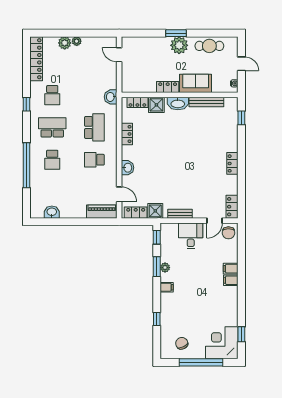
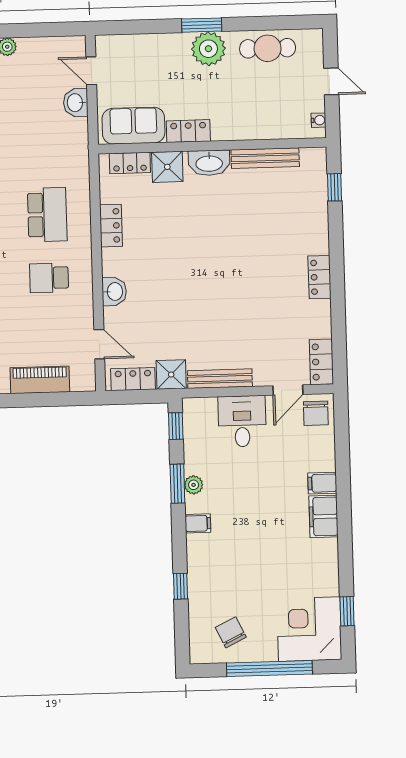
sofa: (196, 83) -> (133, 126), moved
washbasin: (111, 97) -> (76, 103), moved
piano: (102, 212) -> (40, 380), moved
bench: (180, 214) -> (220, 379), width x1.36
filing cabinet: (231, 280) -> (324, 516), width x2.00

